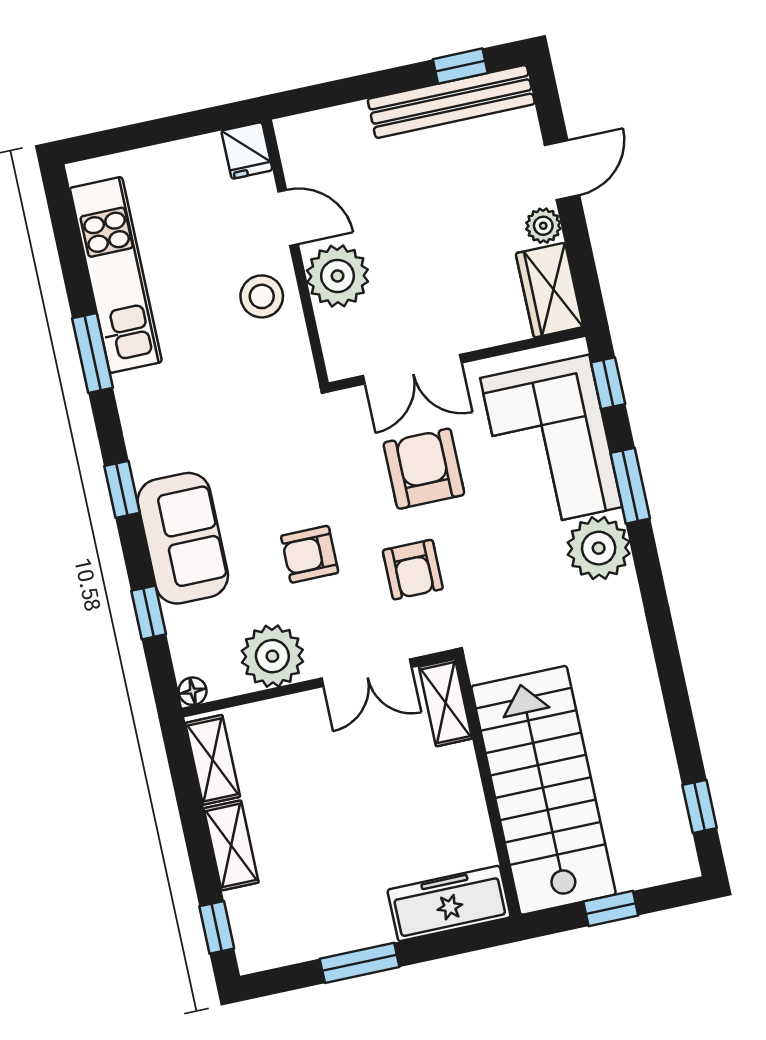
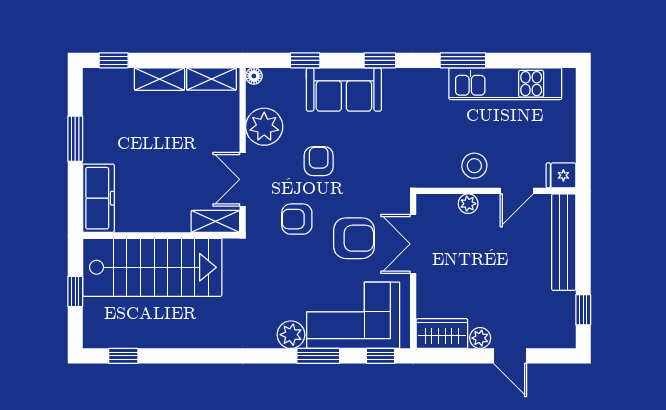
bench: (451, 102) -> (564, 242), moved
plant: (338, 276) -> (468, 204), width x0.53, depth x0.53
plant: (599, 548) -> (291, 335), width x0.73, depth x0.73

